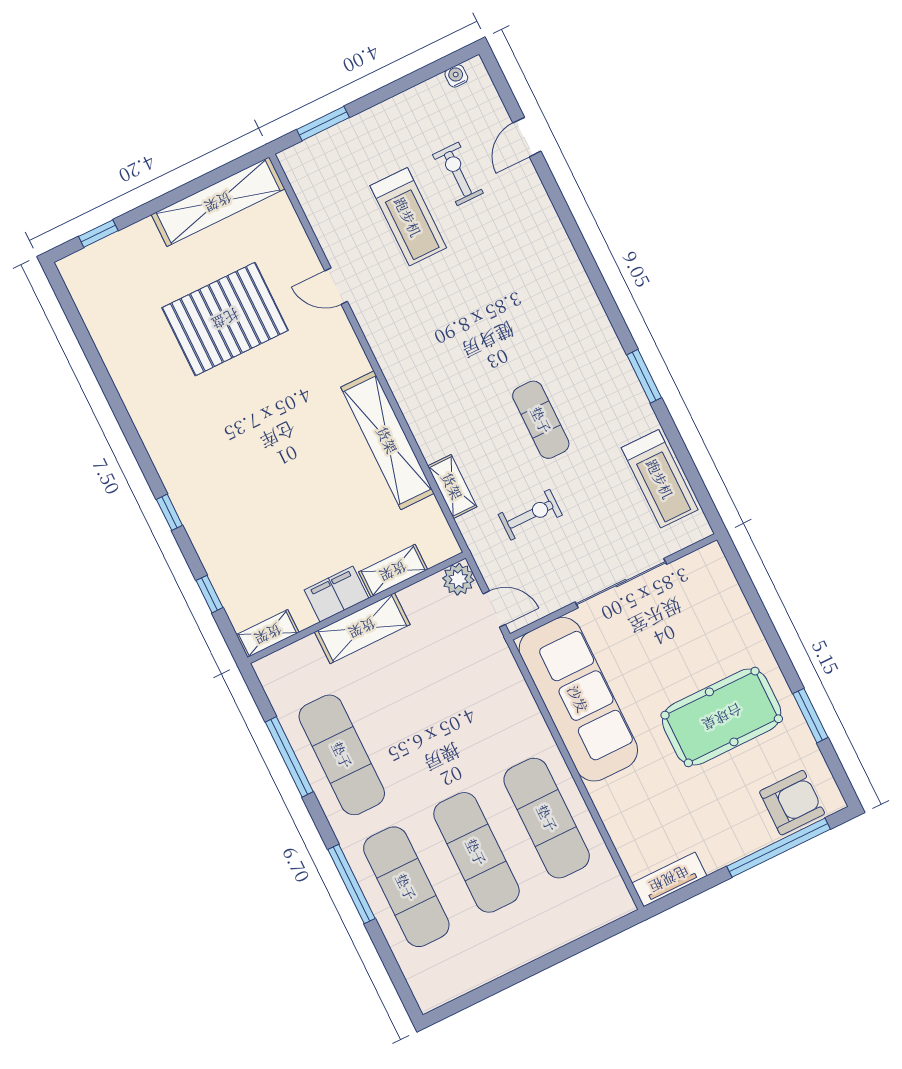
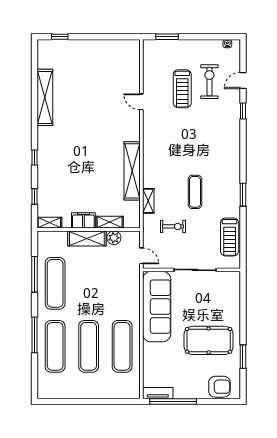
exercise bike: (458, 174) -> (209, 82), width x1.38, depth x1.39
window: (558, 201) -> (243, 111), added
shelving: (218, 202) -> (45, 97), moved, turned 90
pallet: (225, 319) -> (92, 94), removed
plant: (458, 579) -> (114, 238), moved
window: (779, 848) -> (173, 401), moved

